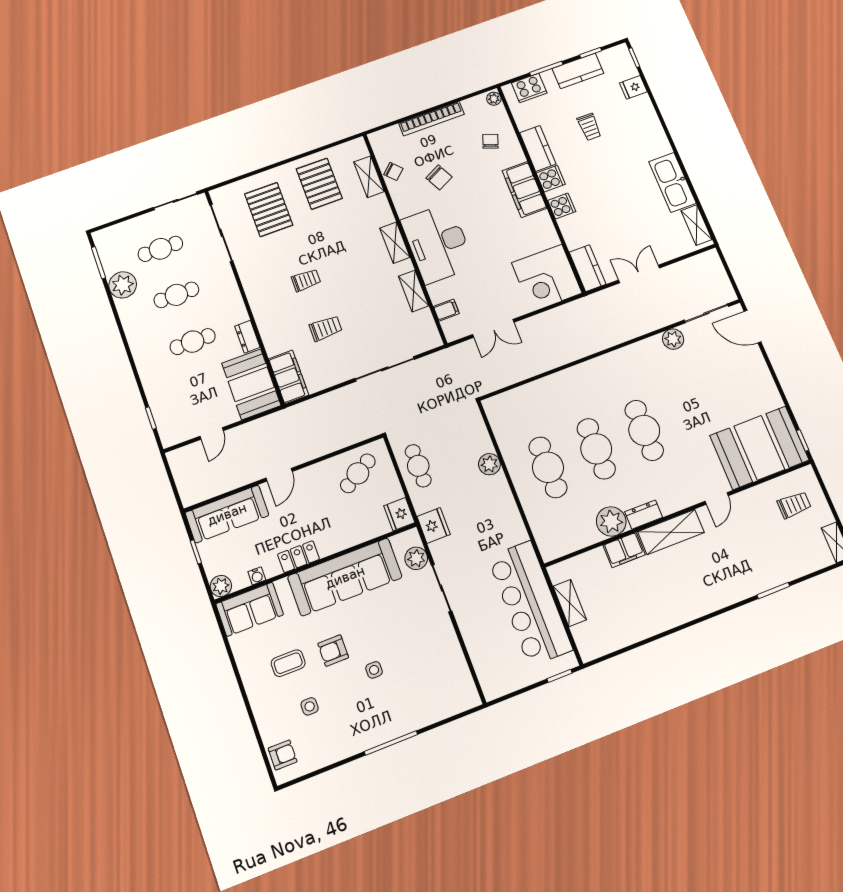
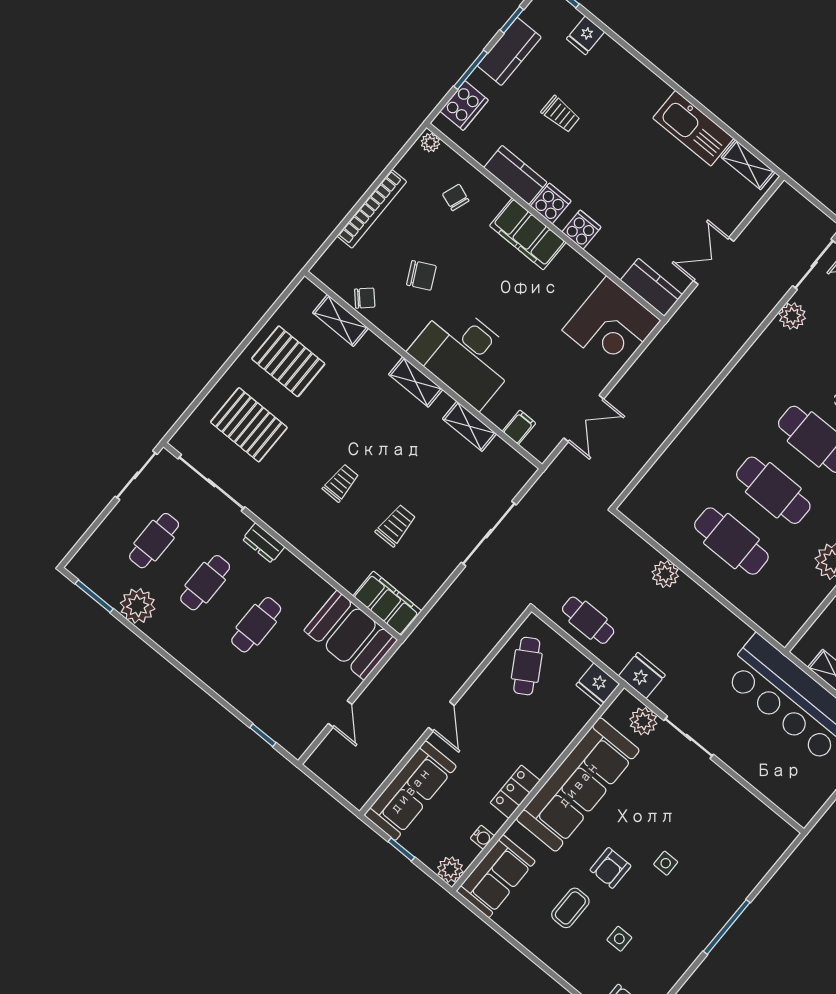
dresser: (247, 337) -> (263, 543), moved

